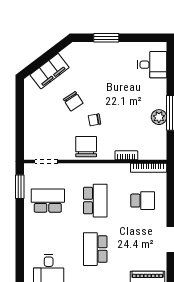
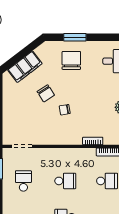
chair: (86, 147) -> (71, 60), moved
school desk: (48, 201) -> (23, 181), width x0.54
school desk: (95, 201) -> (65, 181), width x0.54

